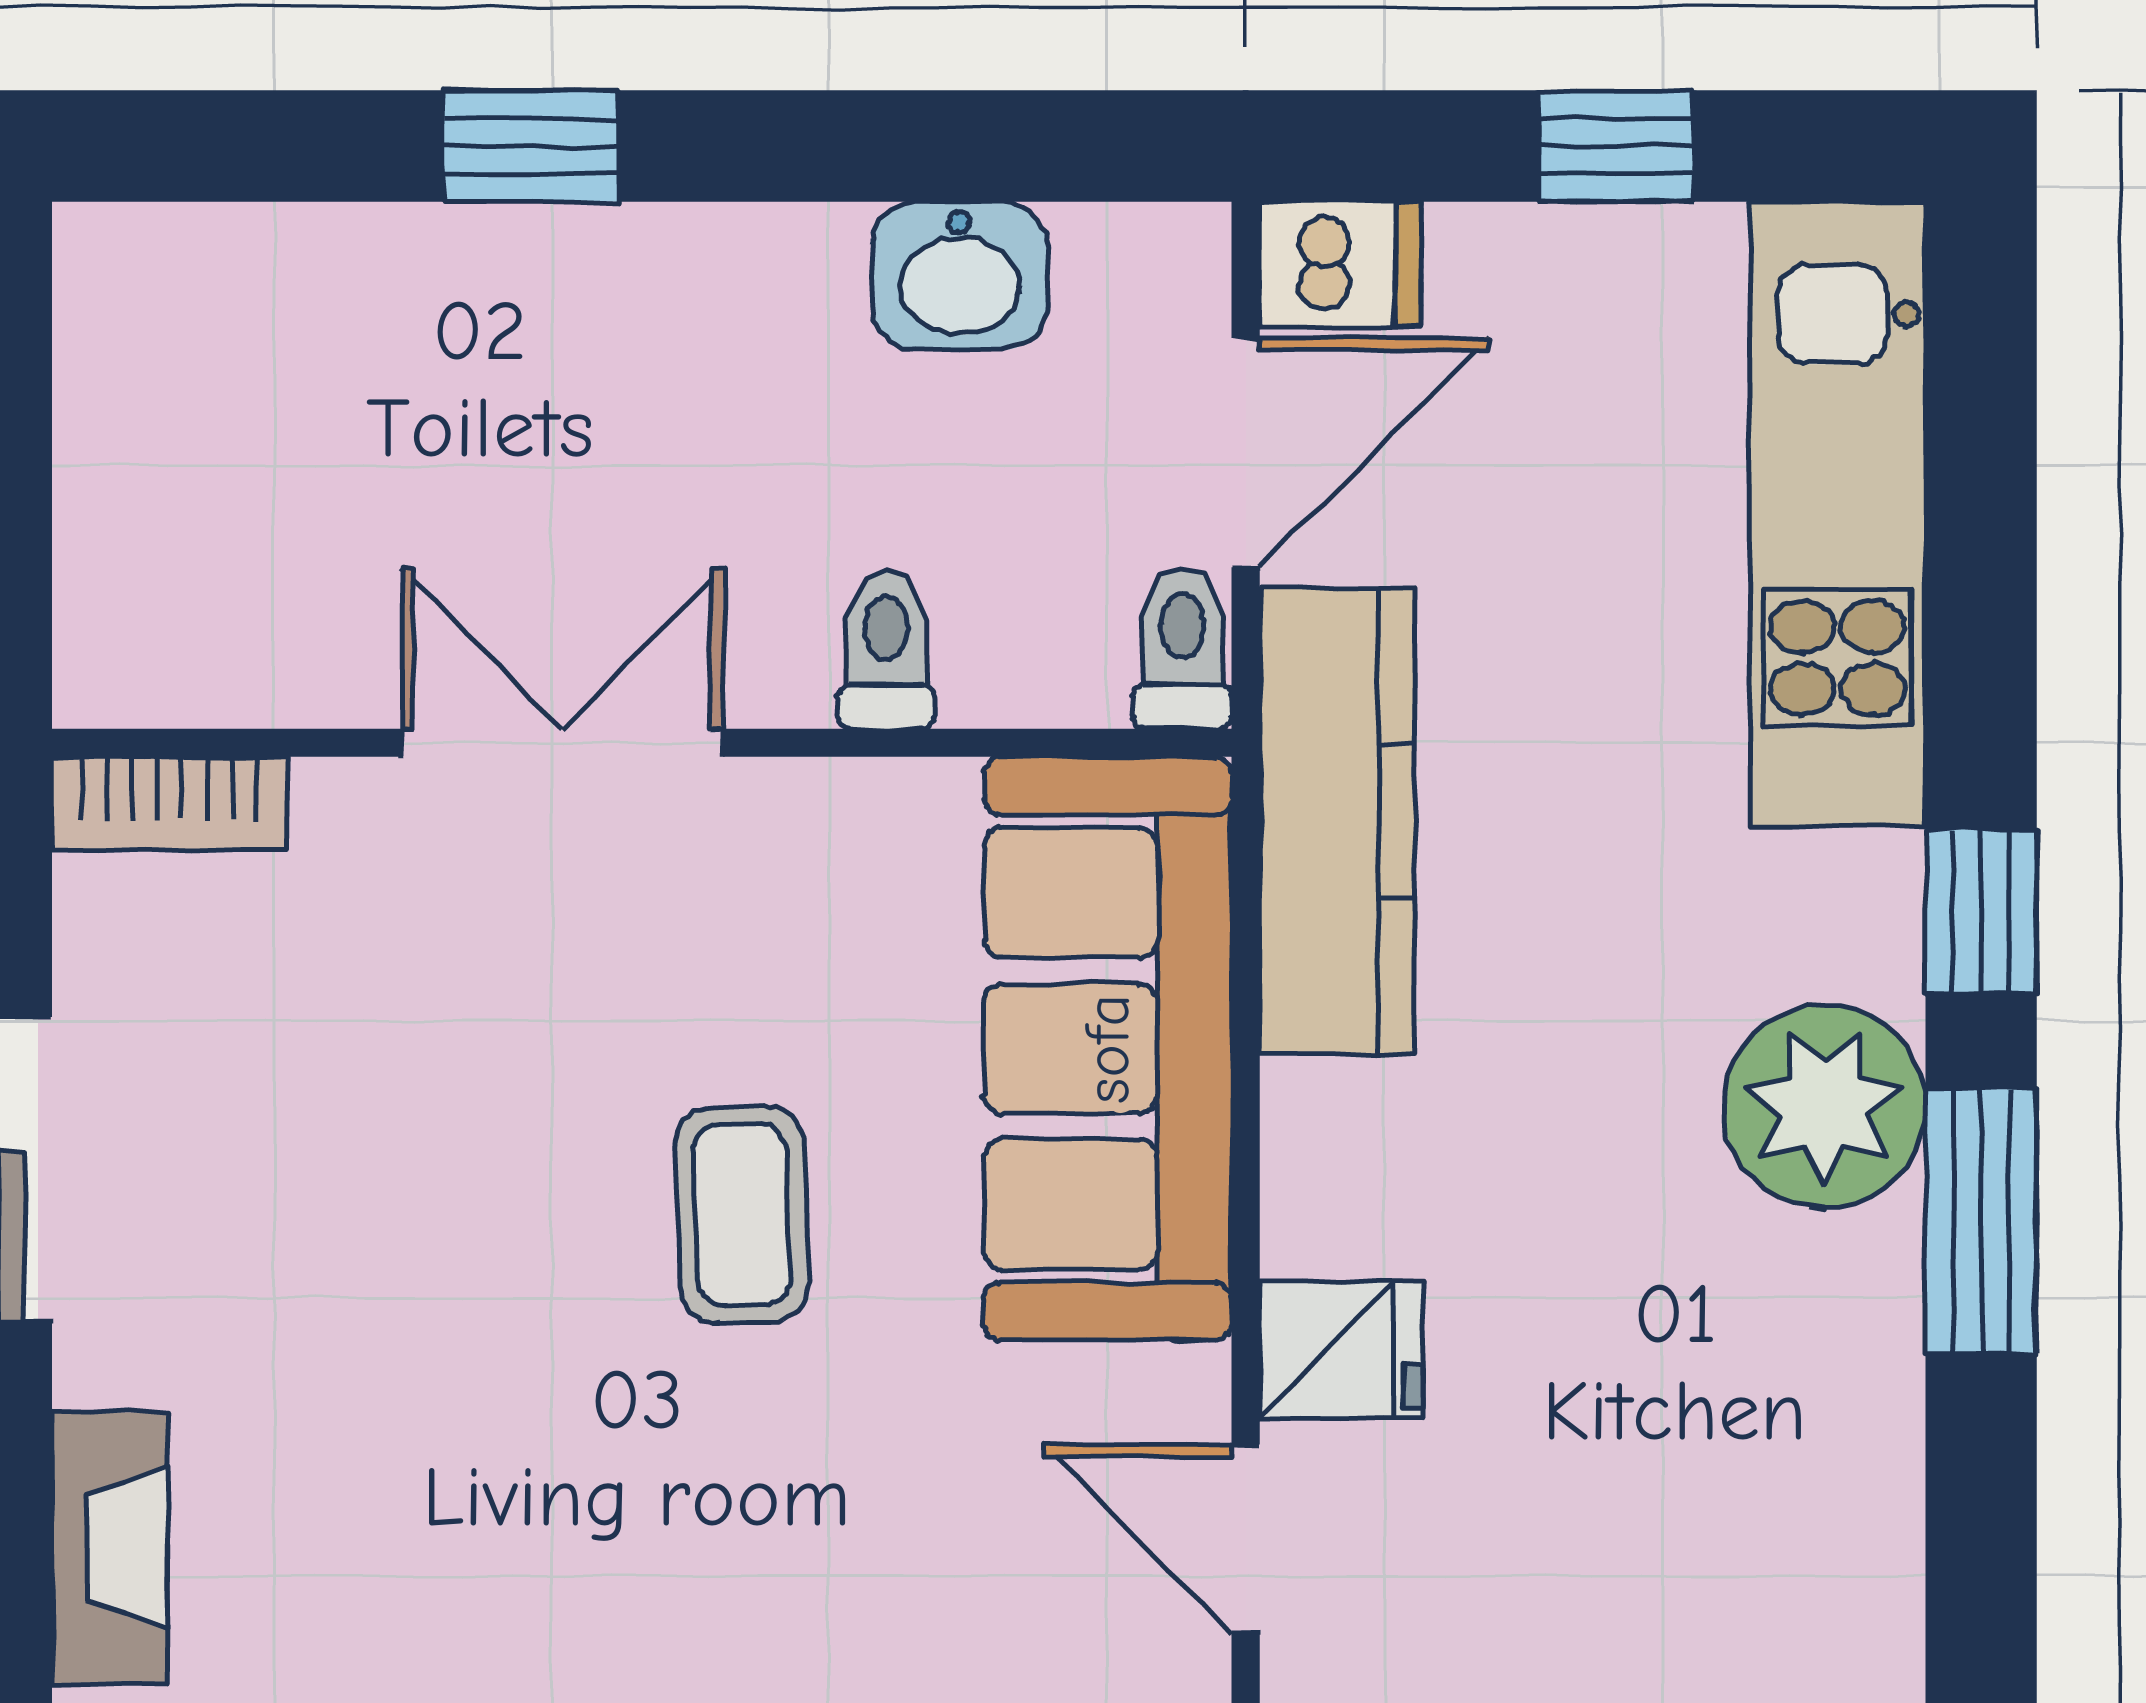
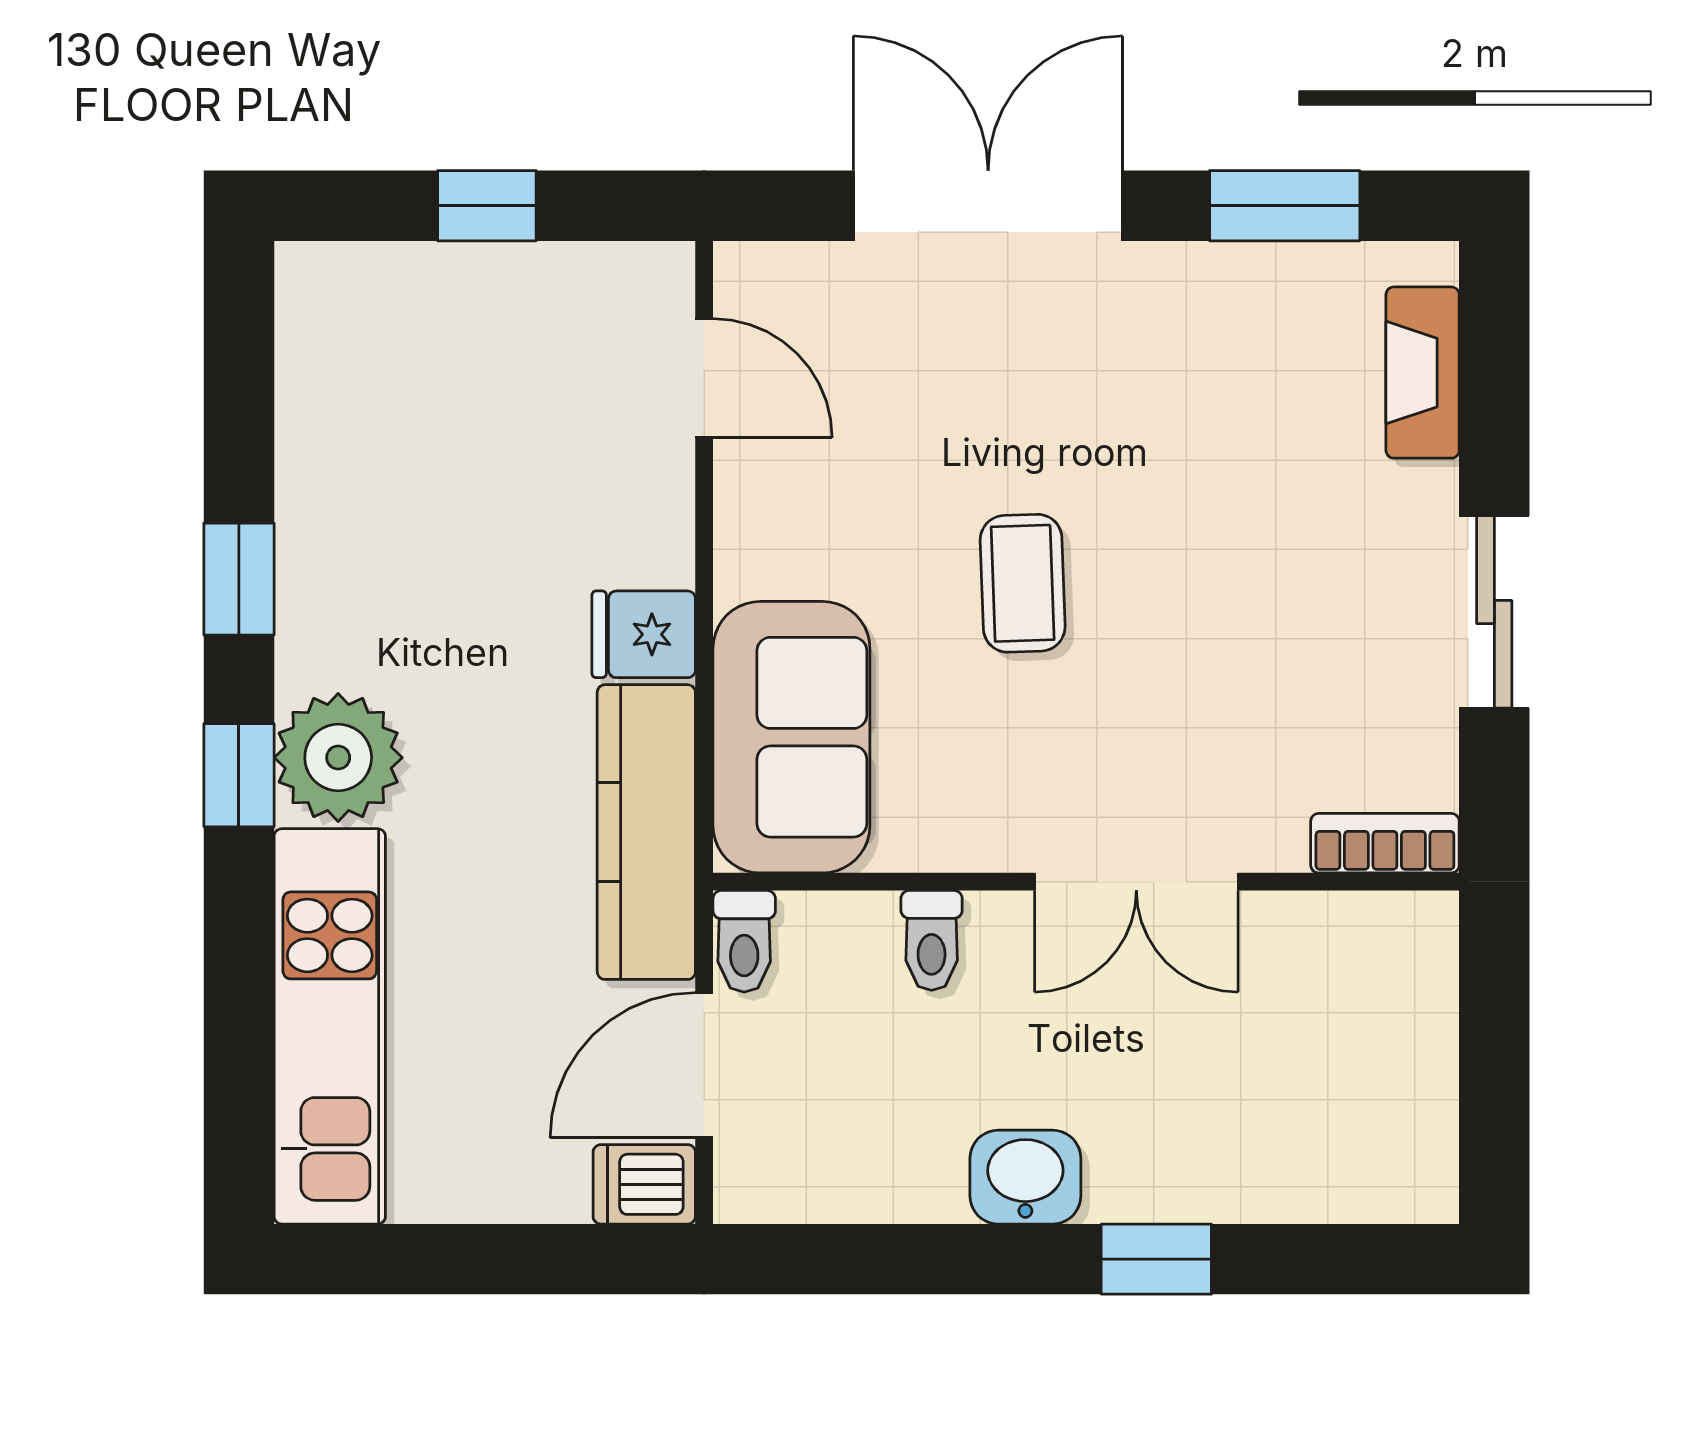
window: (1616, 146) -> (470, 1259), removed
washbasin: (960, 276) -> (1025, 1177), moved
sofa: (1108, 1049) -> (791, 737), width x0.73
plant: (1824, 1106) -> (338, 758), moved
window: (1981, 1221) -> (239, 579), width x0.67
fridge: (1341, 1350) -> (644, 634), moved

